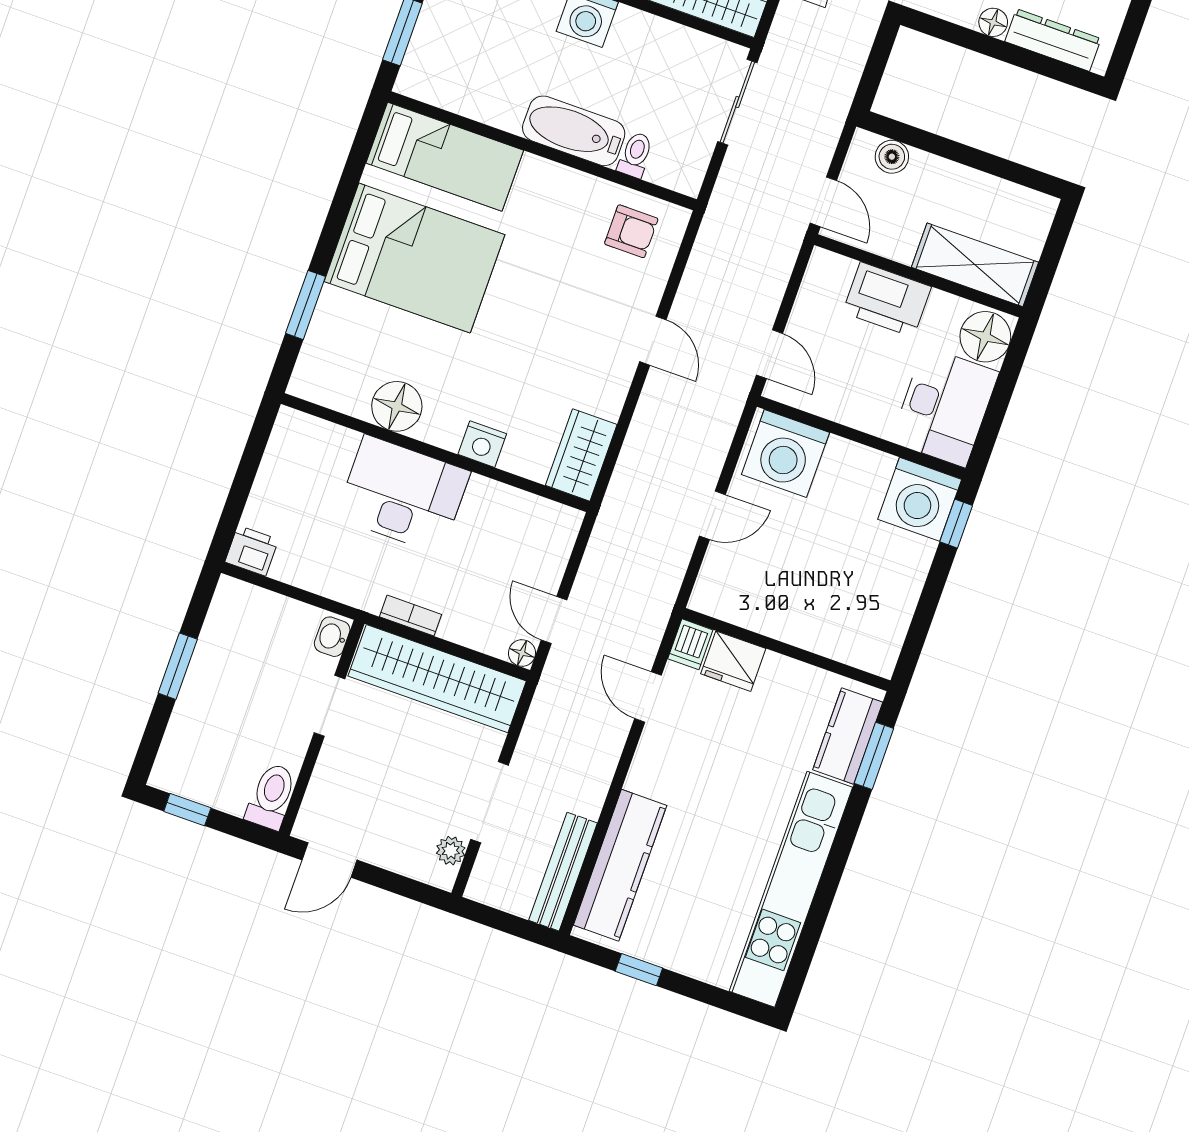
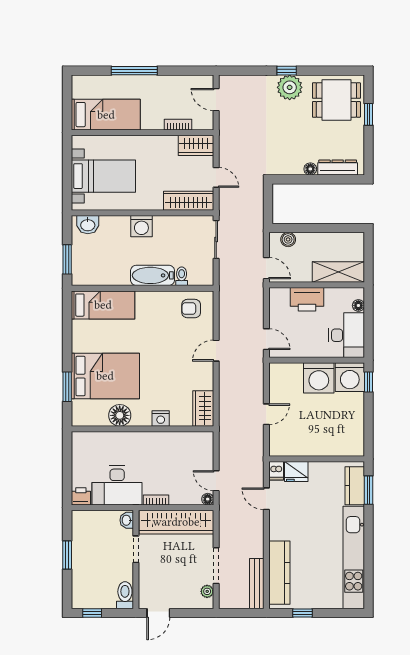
armchair: (631, 231) -> (191, 309), turned 180
bed: (415, 258) -> (105, 376), moved
floor lamp: (985, 337) -> (358, 305), width x0.53, depth x0.53
door: (653, 341) -> (216, 351), swing flipped
washing machine: (785, 453) -> (319, 378), moved
desk: (403, 494) -> (117, 485), moved, turned 180

